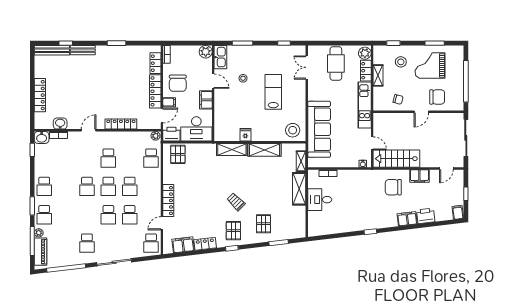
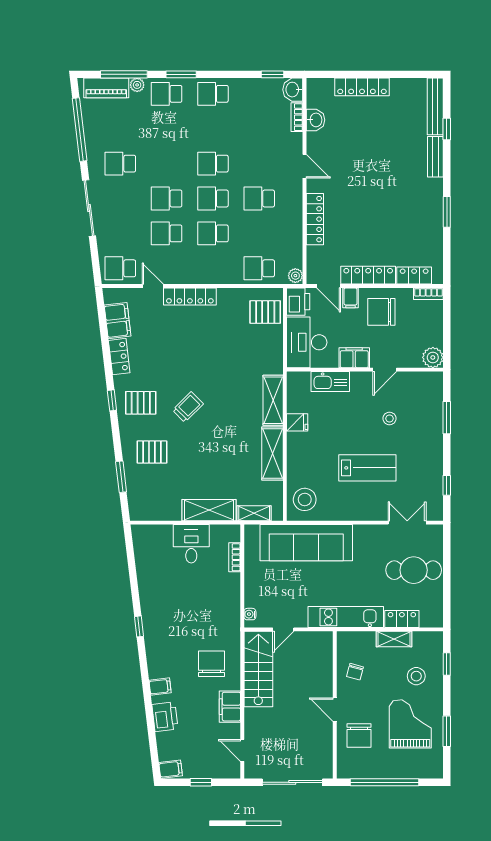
plant: (365, 53) -> (430, 617), removed
kitchen sink: (220, 57) -> (330, 381), moved
filing cabinet: (407, 219) -> (160, 687), width x0.50

